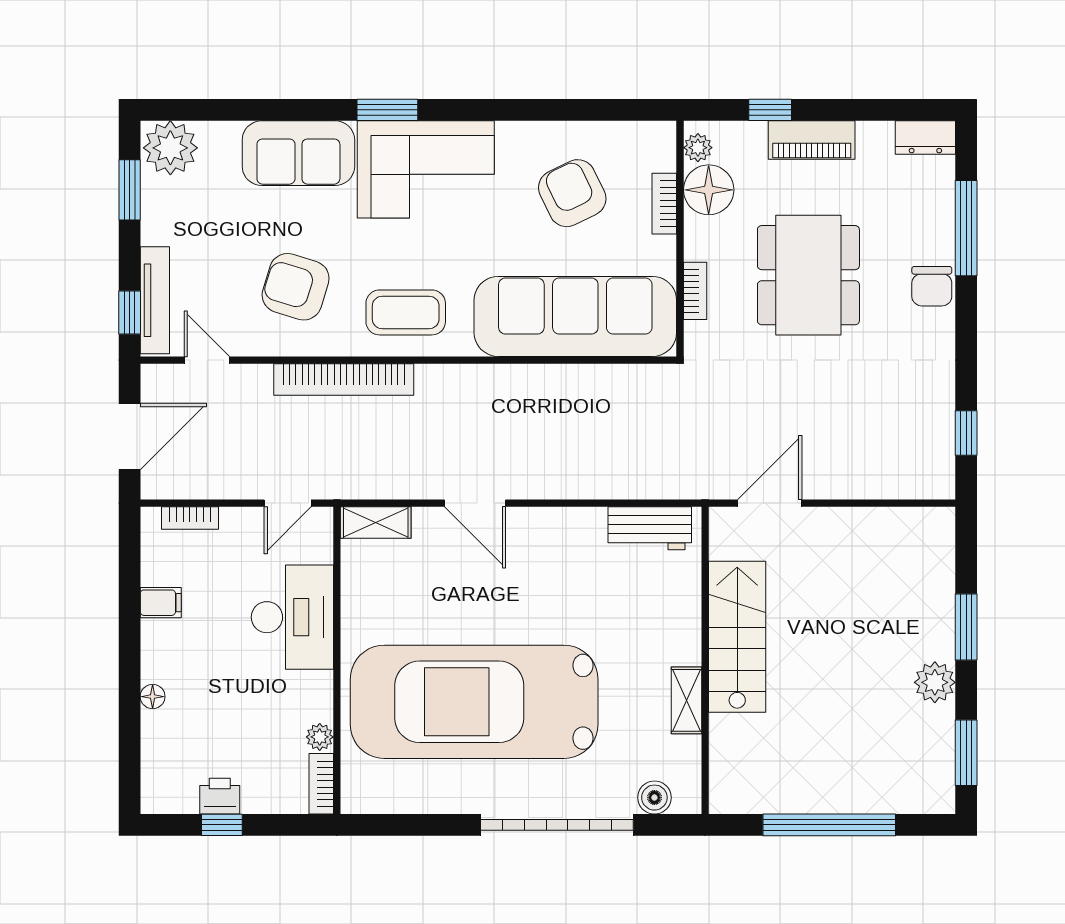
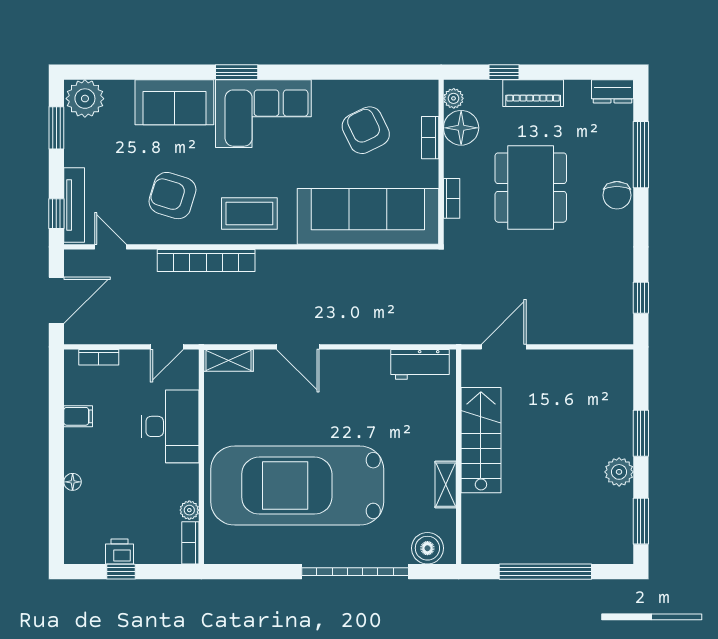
boiler: (654, 798) -> (427, 548), width x1.36, depth x1.36

